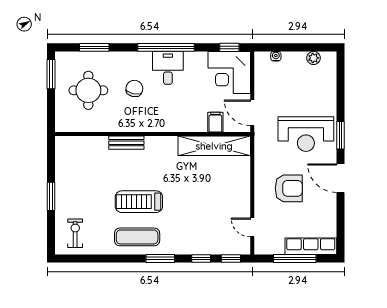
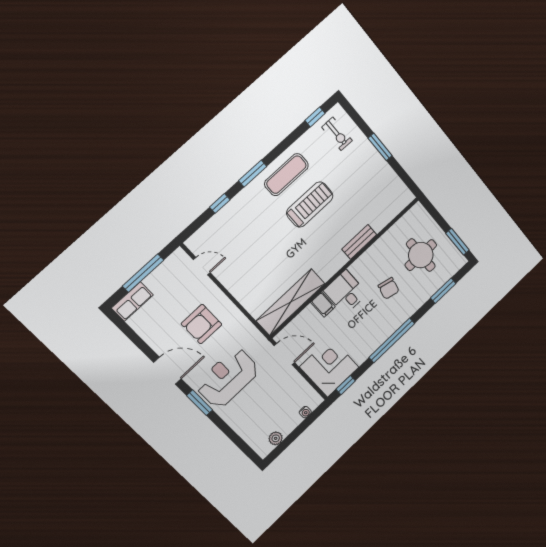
desk: (168, 68) -> (345, 292), moved, turned 180
filing cabinet: (215, 122) -> (323, 305), moved
row of seats: (311, 246) -> (132, 301), width x0.68
window: (231, 258) -> (315, 117), moved

